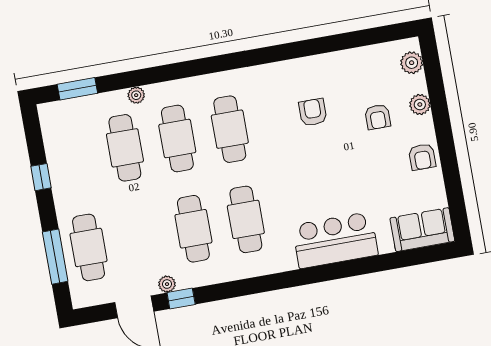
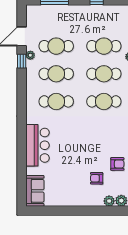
plant: (420, 105) -> (109, 201), moved
armchair: (313, 112) -> (117, 164), moved
armchair: (422, 157) -> (72, 197), removed
cafe table: (89, 247) -> (56, 46), moved

